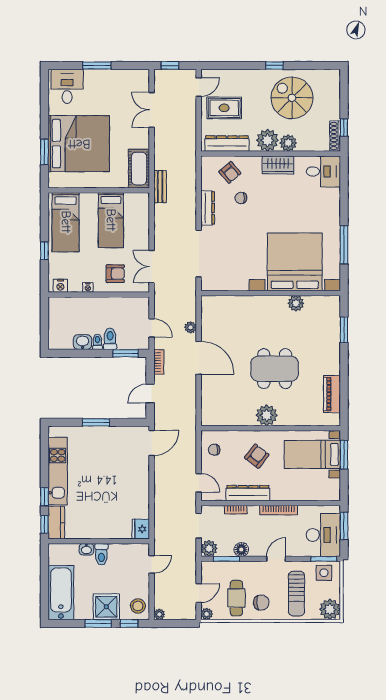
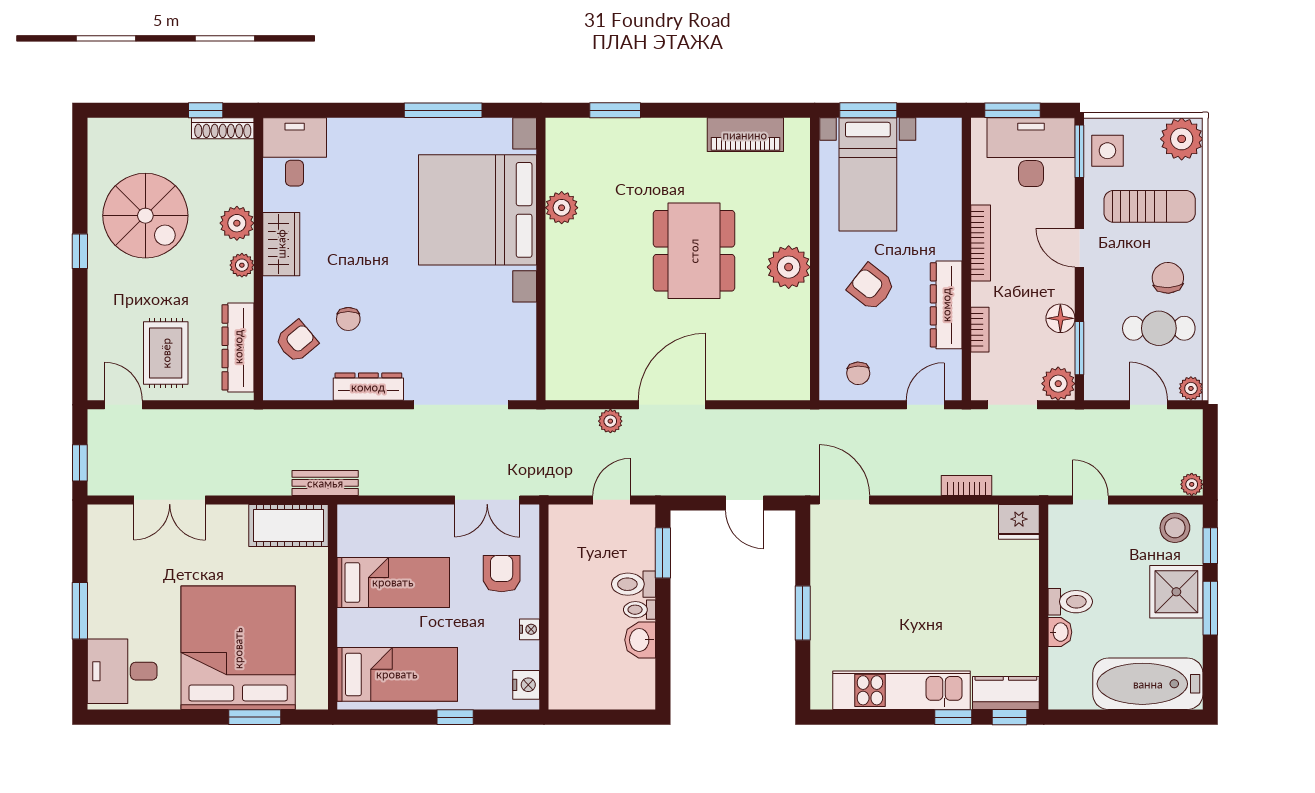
spiral stairs: (292, 98) -> (145, 216), turned -90
plant: (268, 140) -> (242, 265), width x0.53, depth x0.53
bookcase: (159, 362) -> (966, 485), moved

